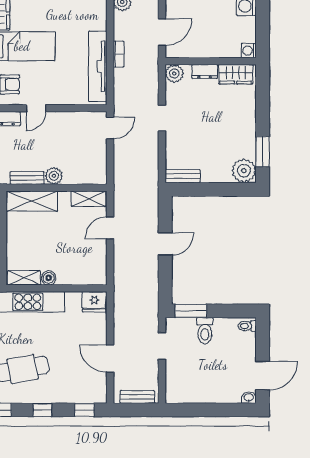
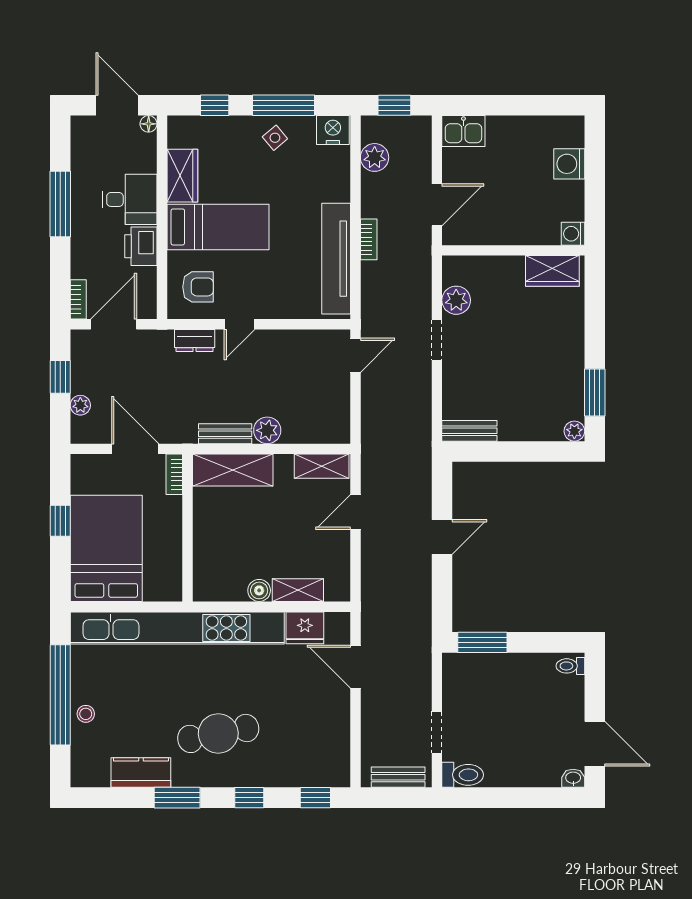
dresser: (205, 72) -> (504, 267), removed
plant: (174, 74) -> (456, 300), moved
plant: (244, 171) -> (574, 431), width x0.53, depth x0.53
shelving: (24, 278) -> (298, 590), moved
fridge: (94, 302) -> (305, 628), moved
toilet: (205, 331) -> (463, 775), moved, turned -90
doorway: (162, 346) -> (437, 732), moved
door: (110, 359) -> (355, 667), moved
door: (263, 376) -> (595, 744), hinge flipped

